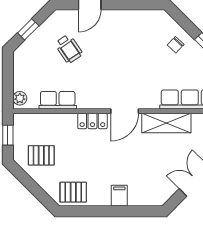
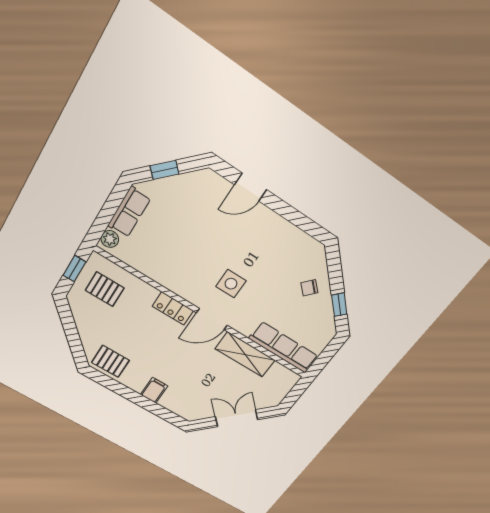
wheelchair: (69, 49) -> (196, 221), removed
side table: (120, 77) -> (231, 284), added
row of seats: (58, 100) -> (129, 212), moved, turned 90
pallet: (41, 155) -> (105, 289), moved

